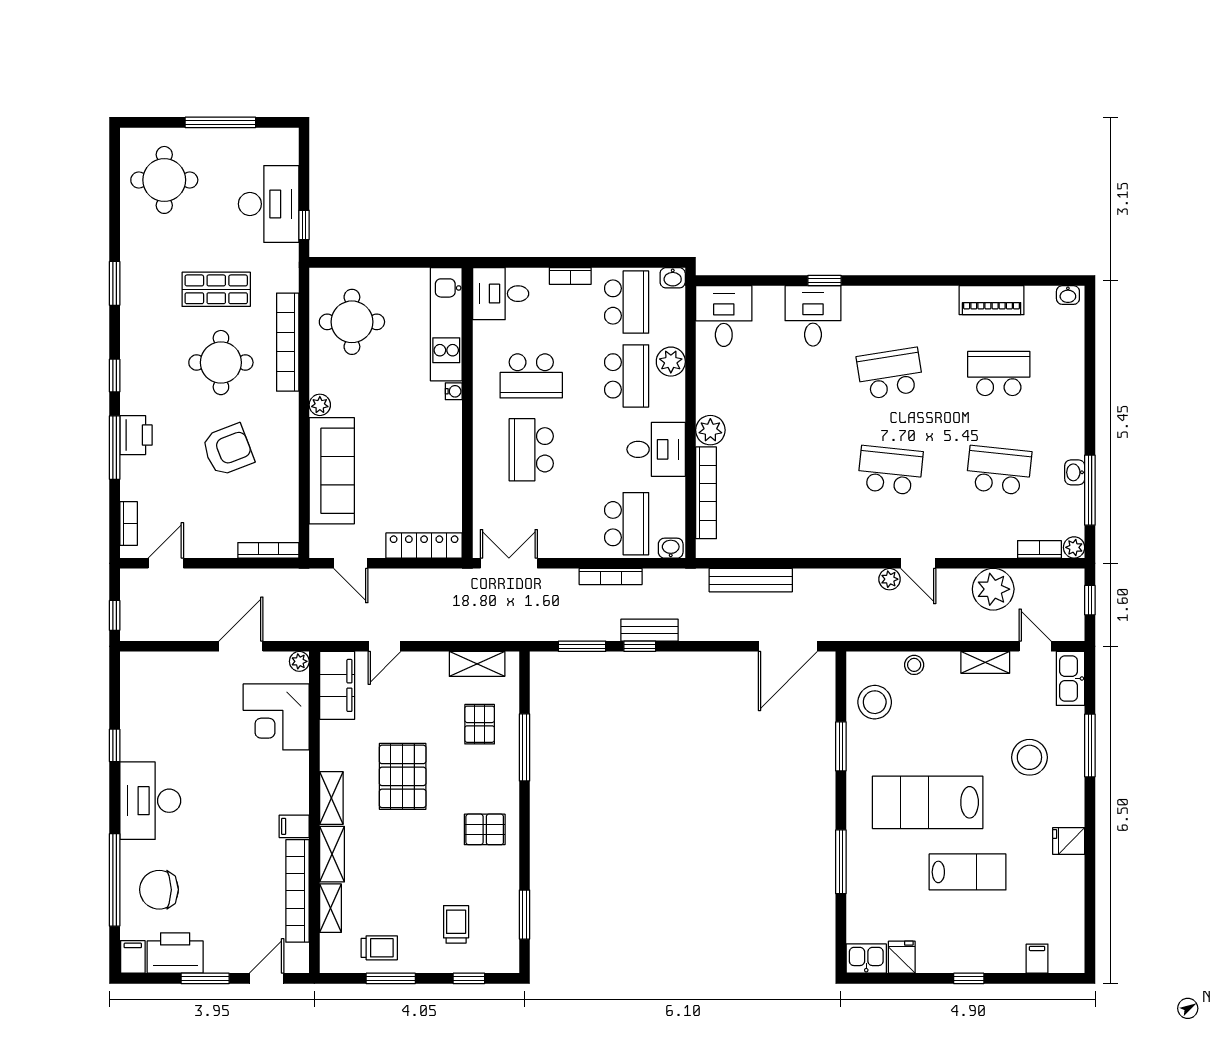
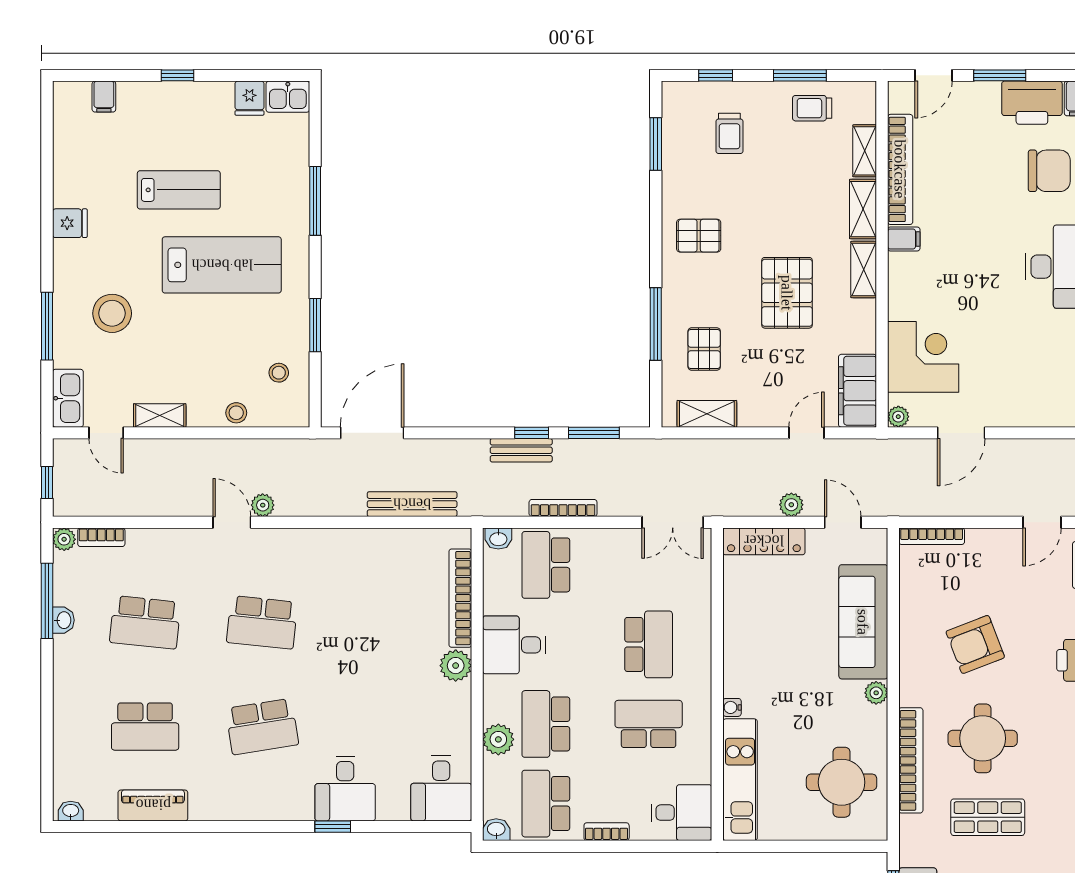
plant: (993, 589) -> (791, 505), moved, width x0.53, depth x0.53
stool: (875, 702) -> (279, 373), width x0.53, depth x0.53
lab bench: (968, 872) -> (179, 190), turned 180

